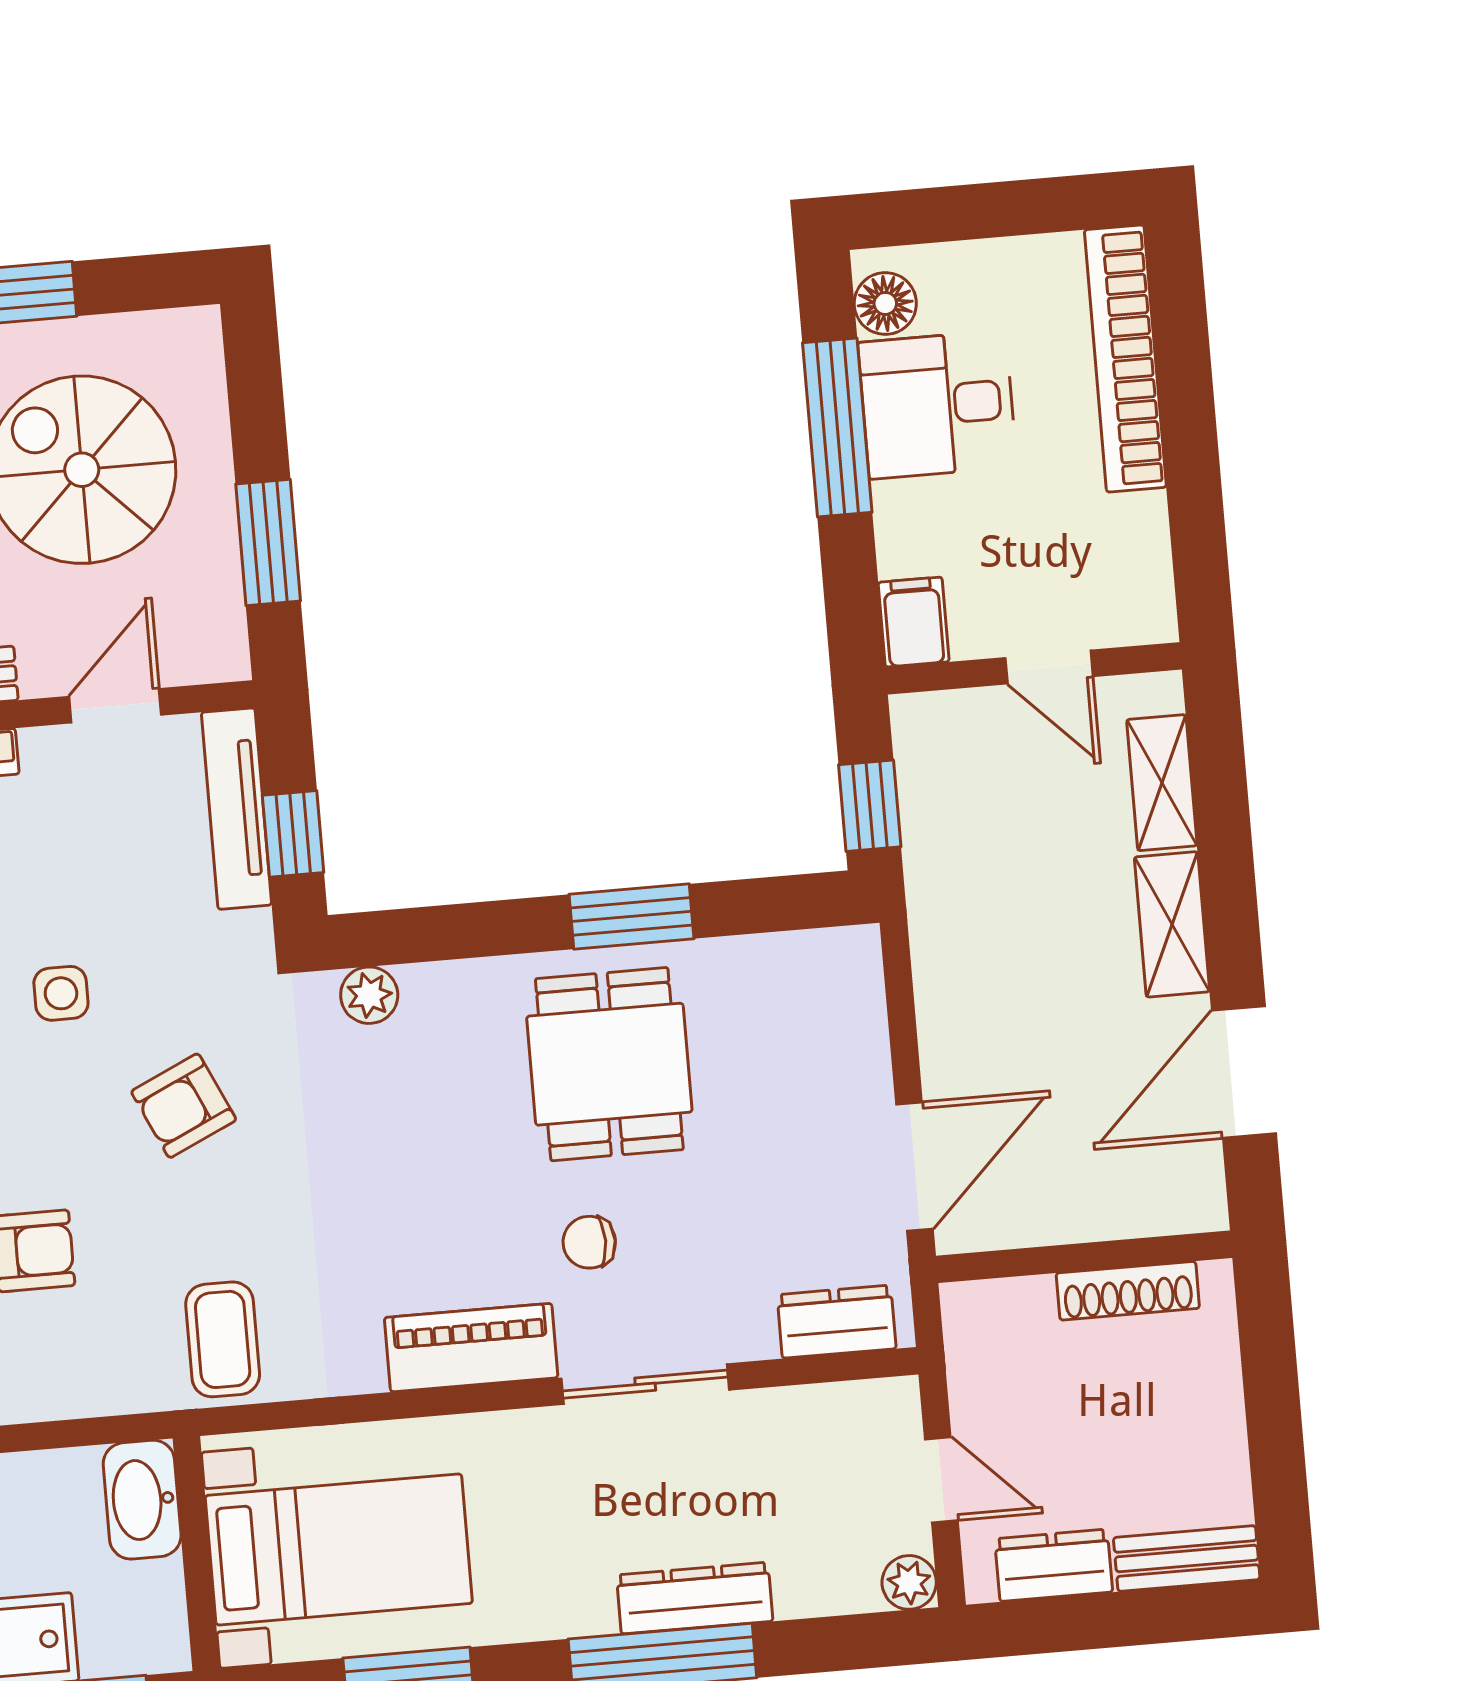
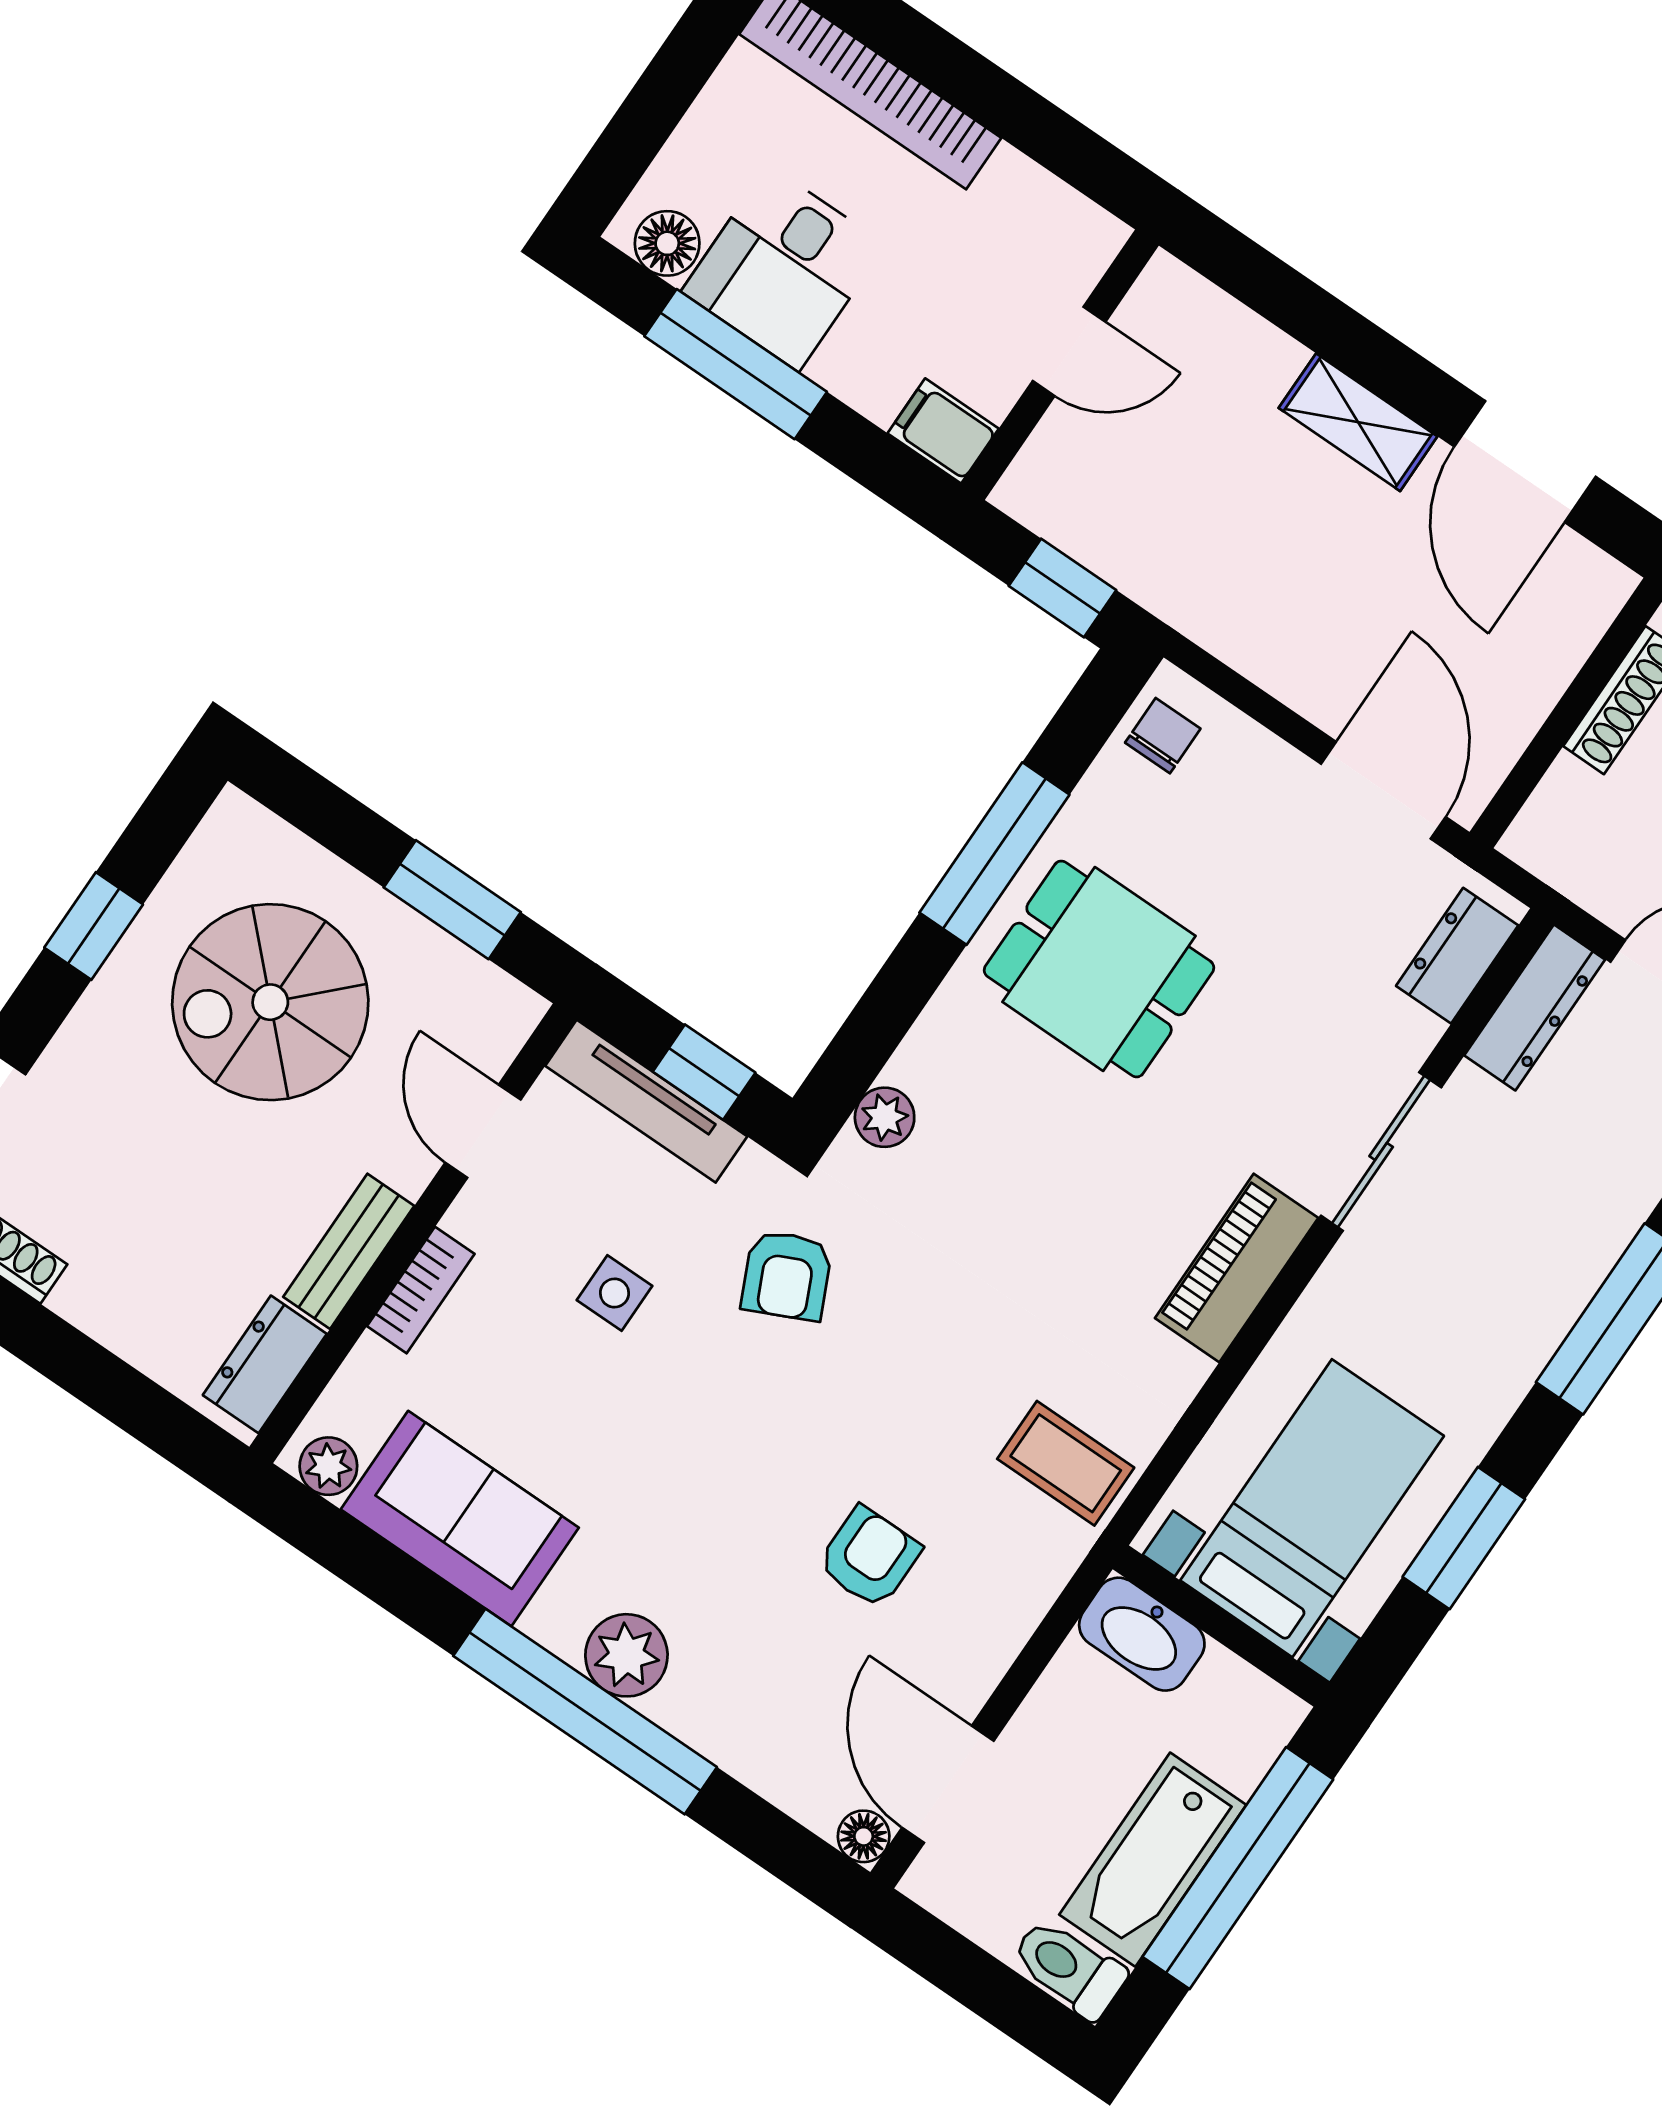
shelving: (1162, 783) -> (1237, 337), removed
window: (631, 917) -> (994, 854), width x1.44
side table: (61, 993) -> (614, 1293), moved
armchair: (184, 1106) -> (787, 1275), moved
chair: (589, 1242) -> (1163, 736), moved, turned 180
dresser: (695, 1598) -> (1535, 1007), moved, turned 180

